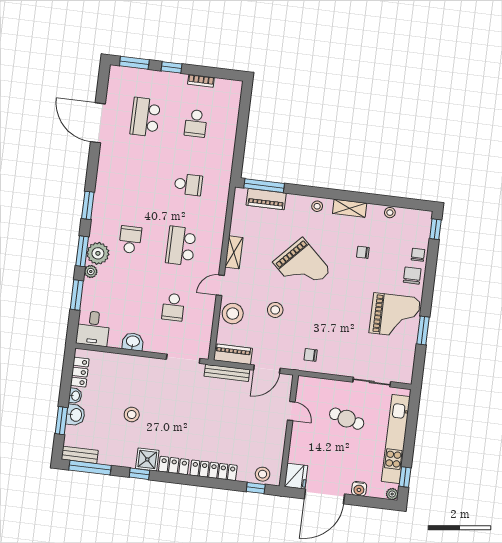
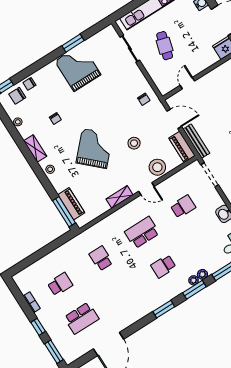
school desk: (181, 246) -> (142, 232), turned 180
plant: (98, 253) -> (194, 280), width x0.53, depth x0.53
chair: (412, 276) -> (17, 96), moved

